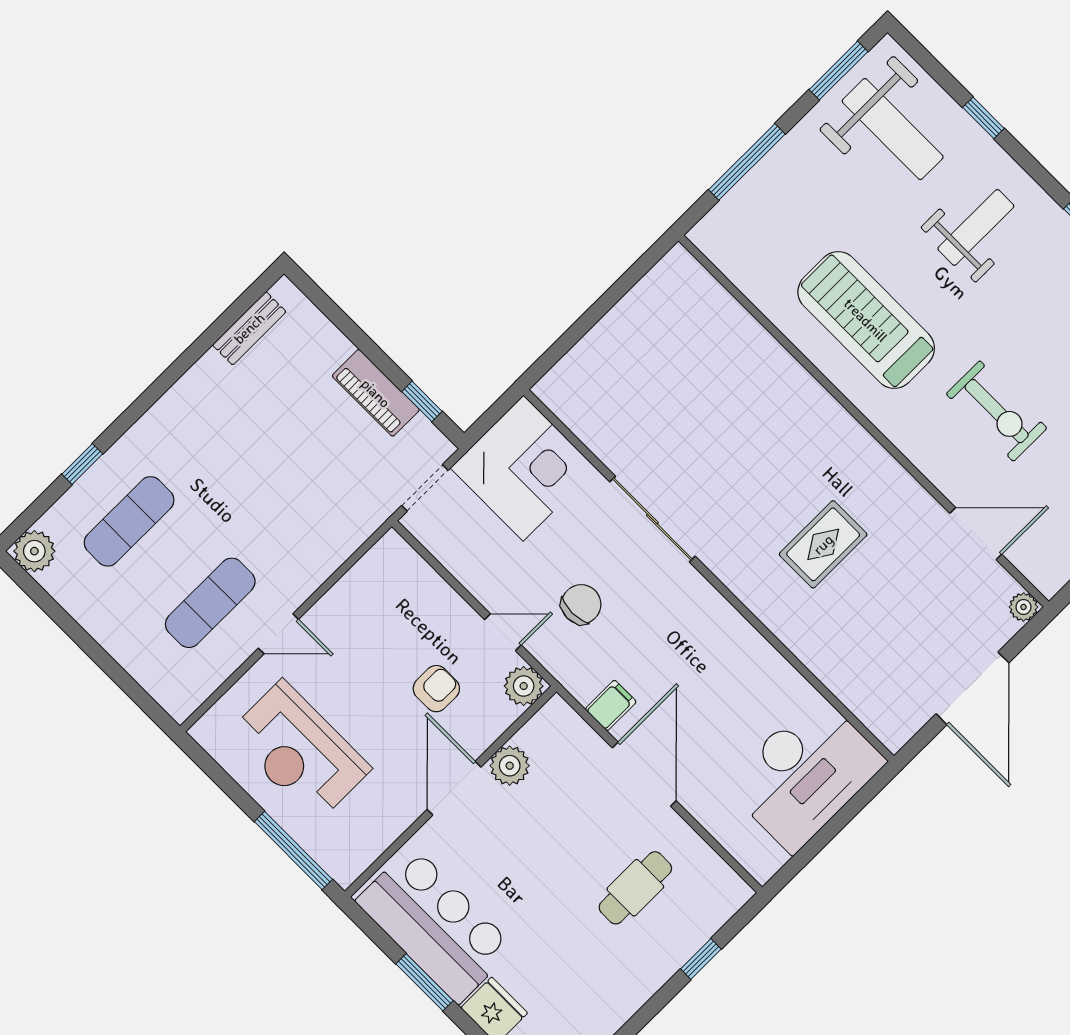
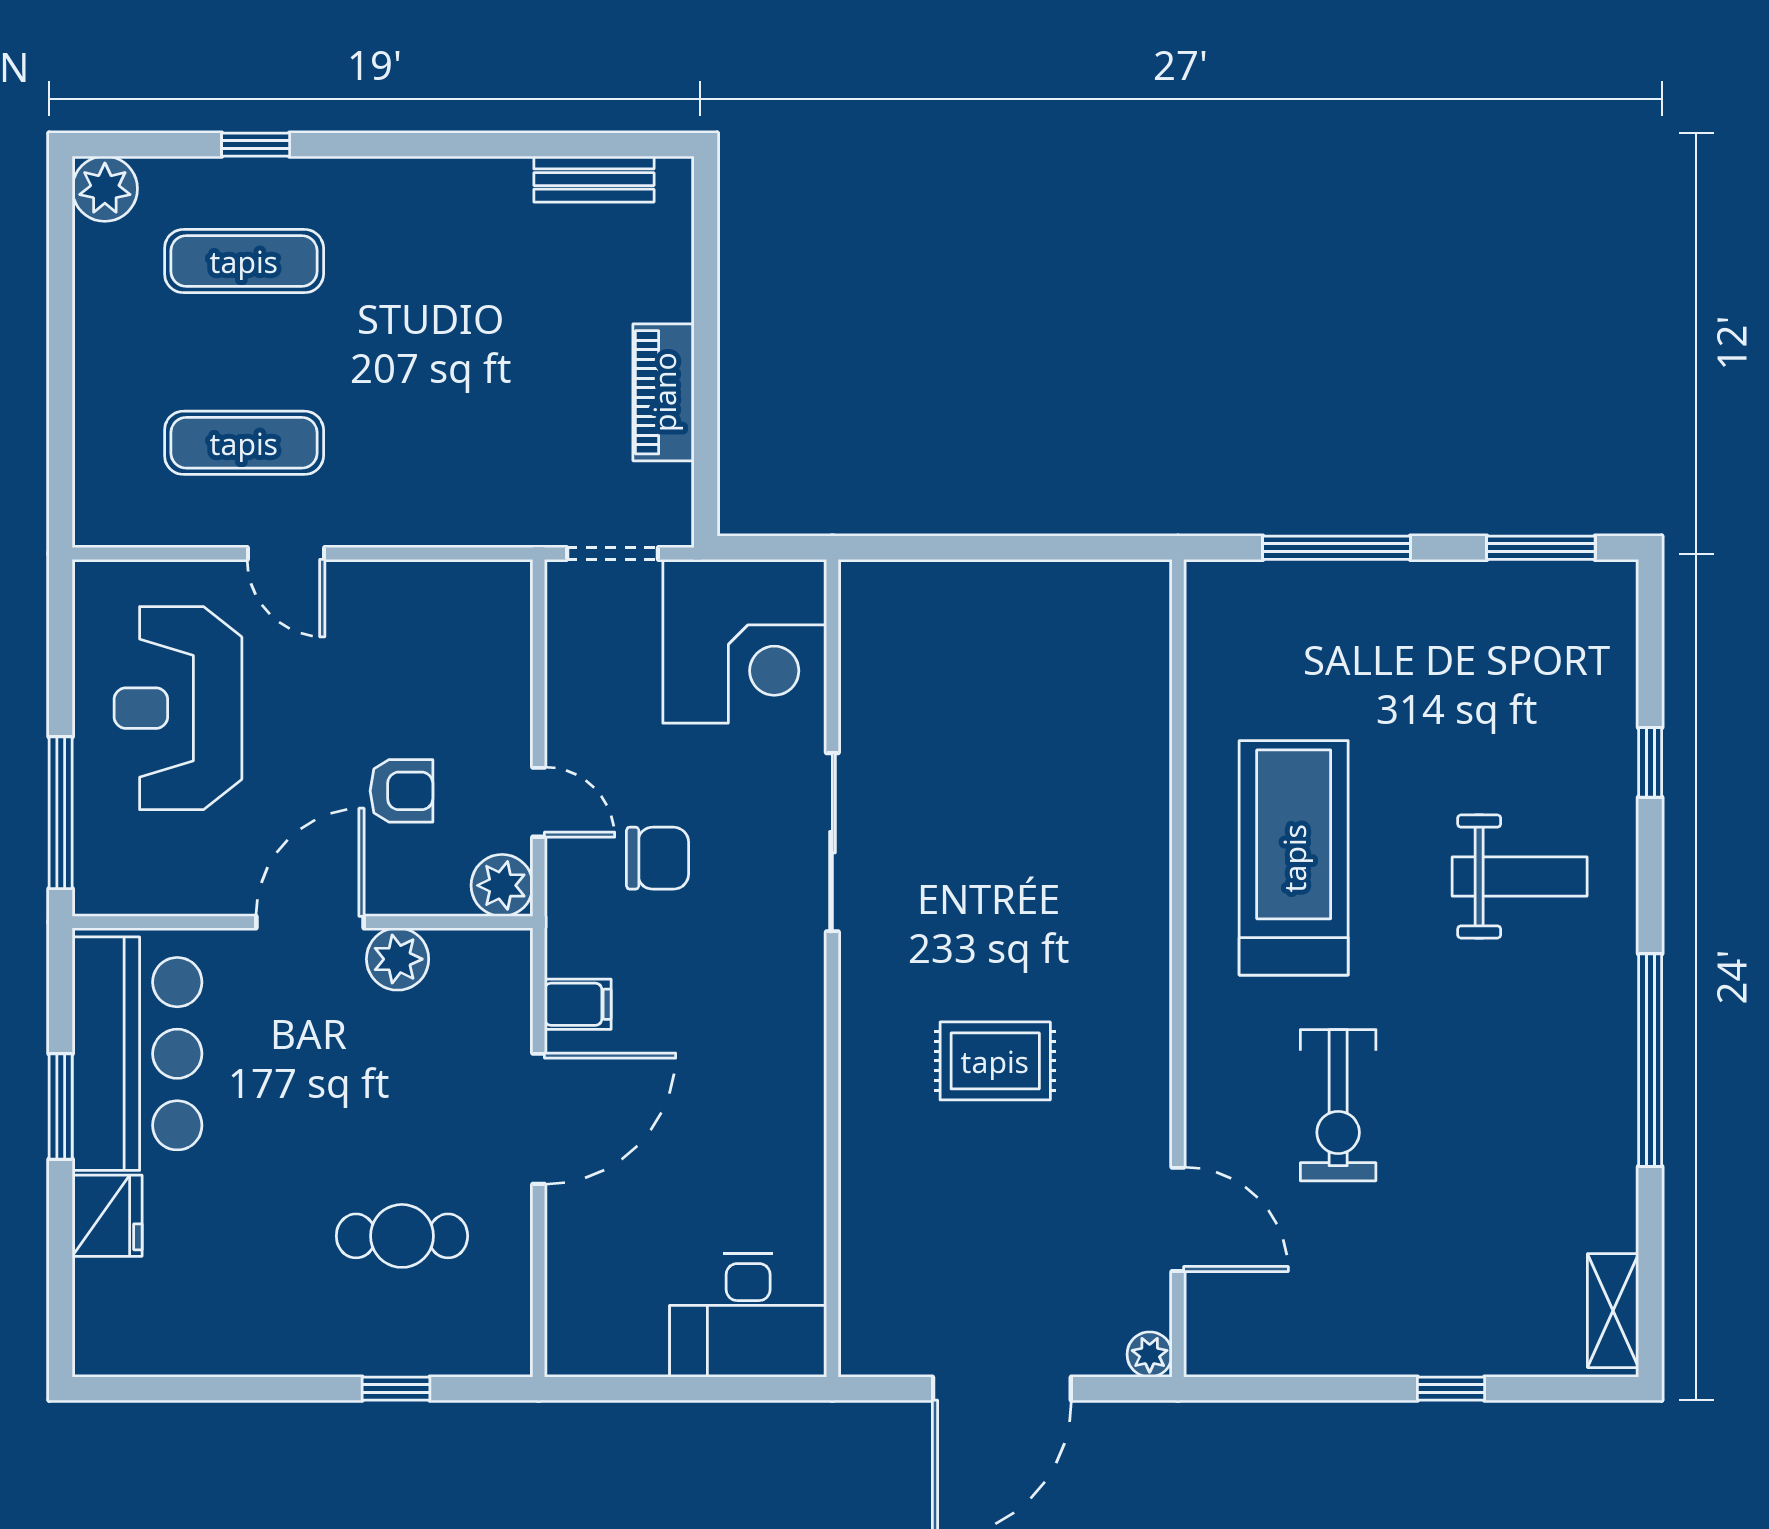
weight bench: (893, 129) -> (1536, 674), removed
window: (422, 401) -> (706, 454), removed
desk: (805, 773) -> (748, 1315), width x0.73, depth x0.77

